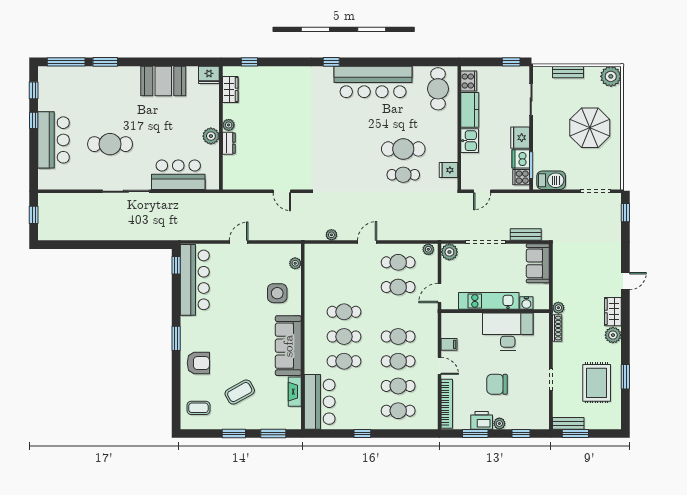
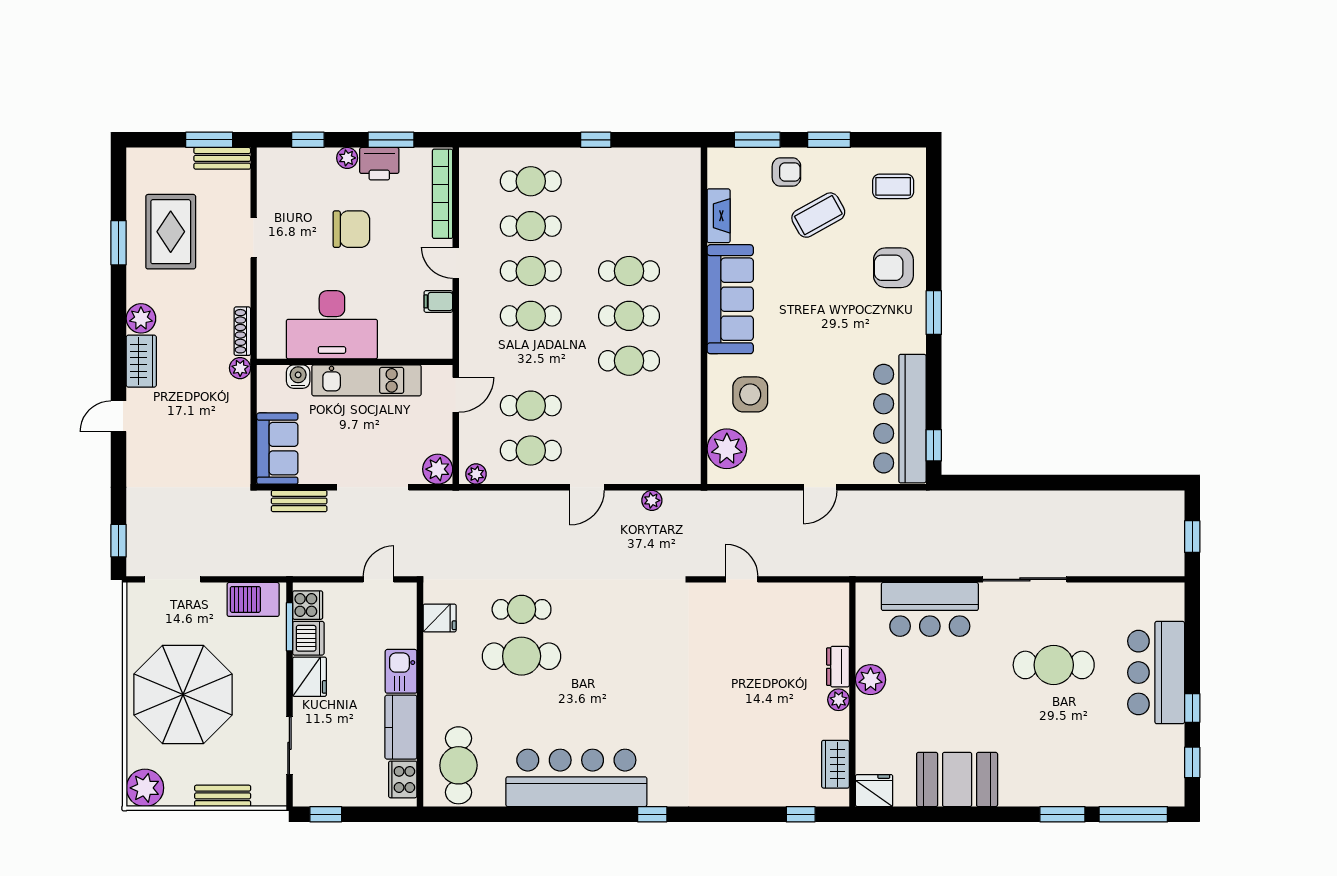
parasol: (590, 128) -> (183, 694), width x1.36, depth x1.36
plant: (295, 263) -> (727, 449), width x1.88, depth x1.88
bar counter: (320, 402) -> (673, 197), removed
armchair: (257, 416) -> (786, 172), added

